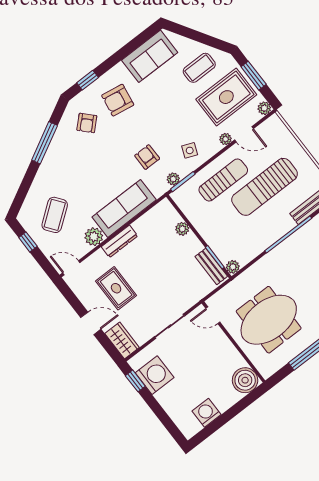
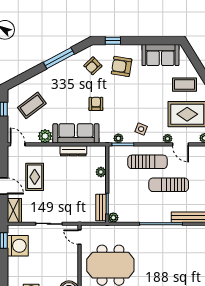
armchair: (147, 157) -> (96, 104), moved
sun lounger: (265, 187) -> (169, 185), width x0.73, depth x0.75
dresser: (120, 241) -> (73, 151), moved

